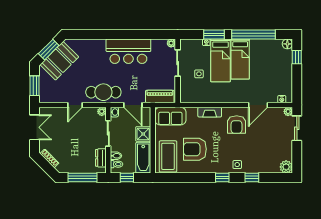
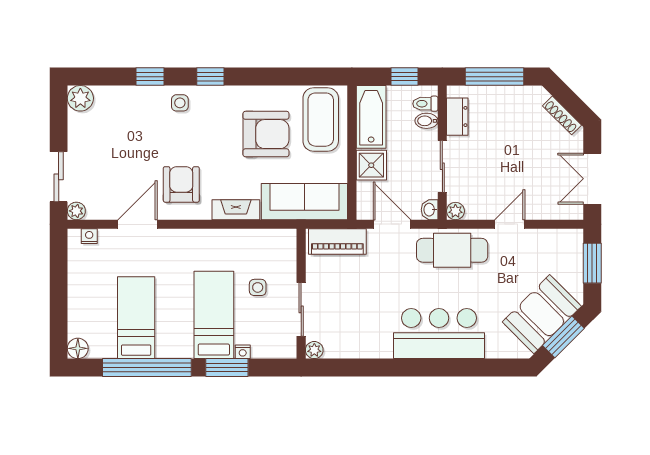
bar counter: (128, 51) -> (439, 334), moved
window: (297, 57) -> (59, 322), removed
bed: (240, 59) -> (136, 318), moved
sofa: (170, 116) -> (304, 202), width x1.36

